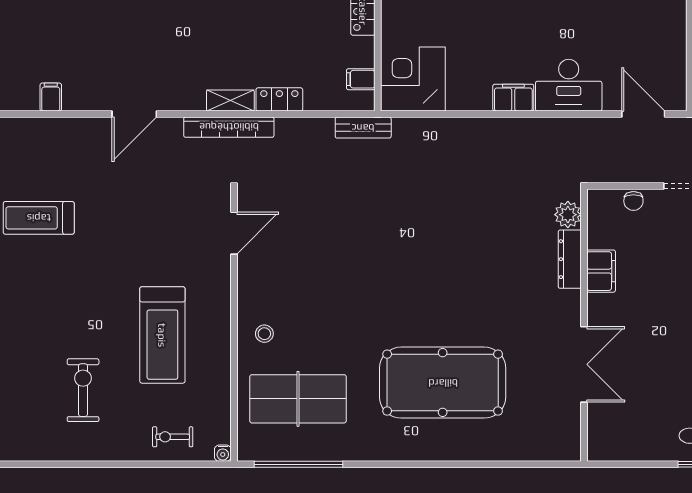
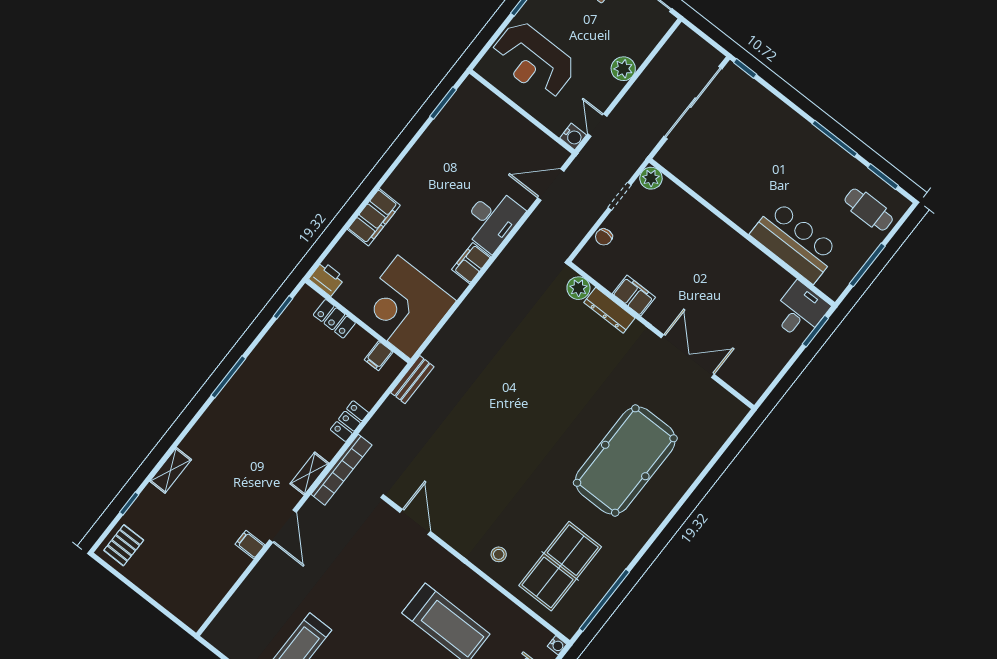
corner desk: (413, 79) -> (404, 307), width x1.36, depth x1.36
filing cabinet: (51, 97) -> (250, 545), moved
shelving: (230, 101) -> (309, 474), moved
chair: (633, 201) -> (604, 237), turned 90

